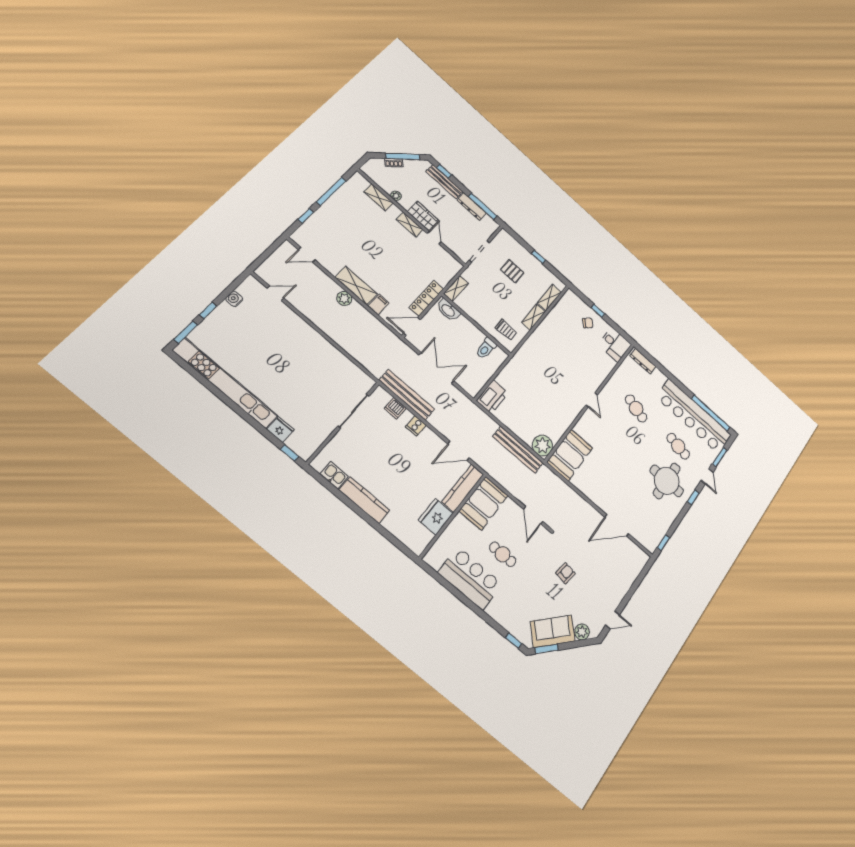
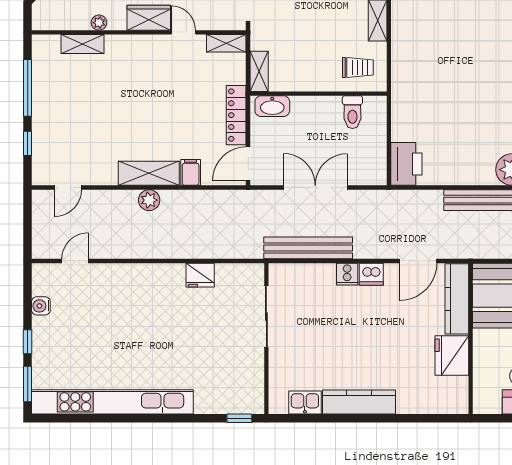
shelving: (410, 224) -> (226, 43), moved
dishwasher: (395, 408) -> (371, 274), moved
fridge: (280, 430) -> (200, 275), moved, turned 180

